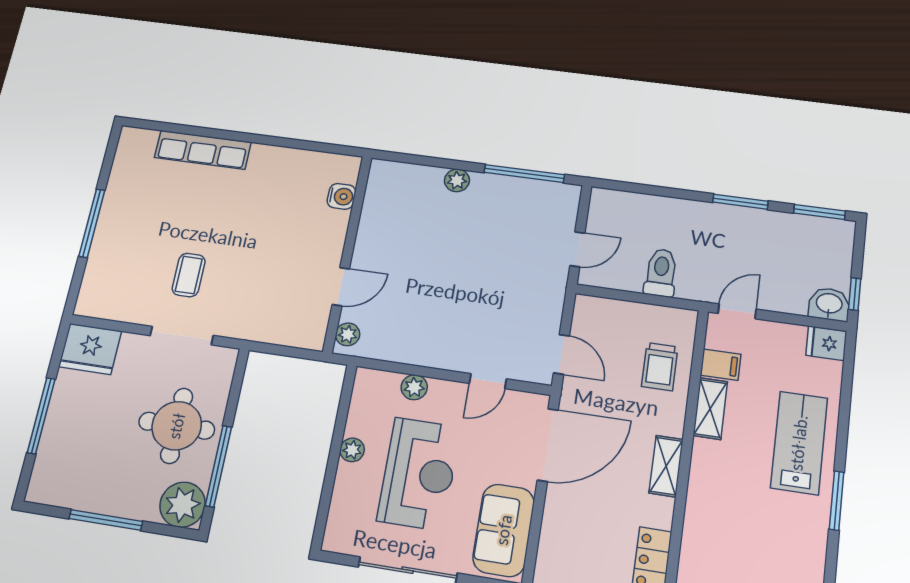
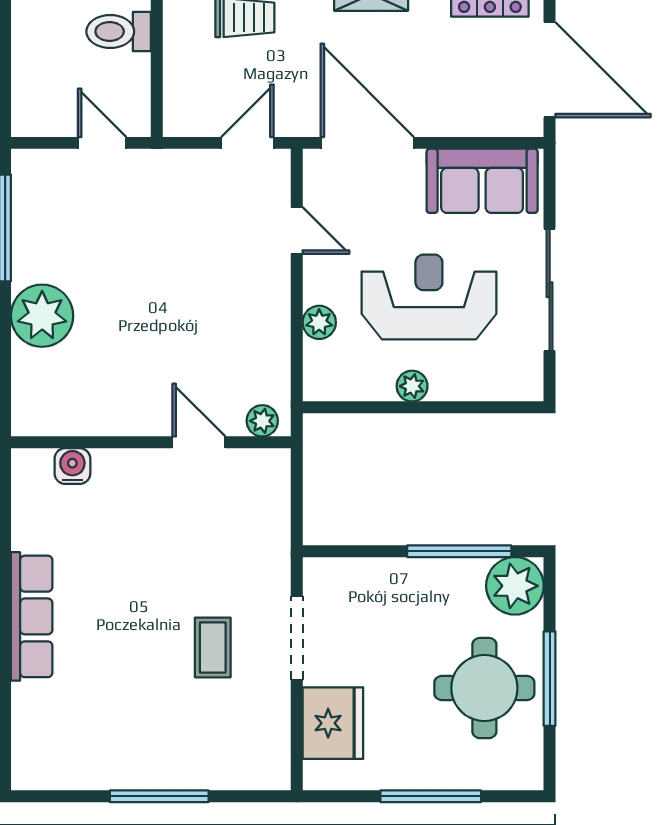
row of seats: (203, 150) -> (32, 616), moved
plant: (457, 180) -> (42, 316), width x1.87, depth x1.87
coffee table: (189, 275) -> (213, 647), turned 90
fridge: (90, 349) -> (333, 723), moved
round table: (177, 426) -> (484, 688), moved

